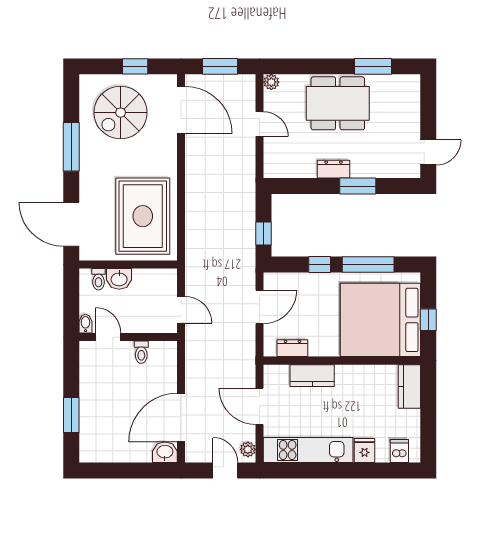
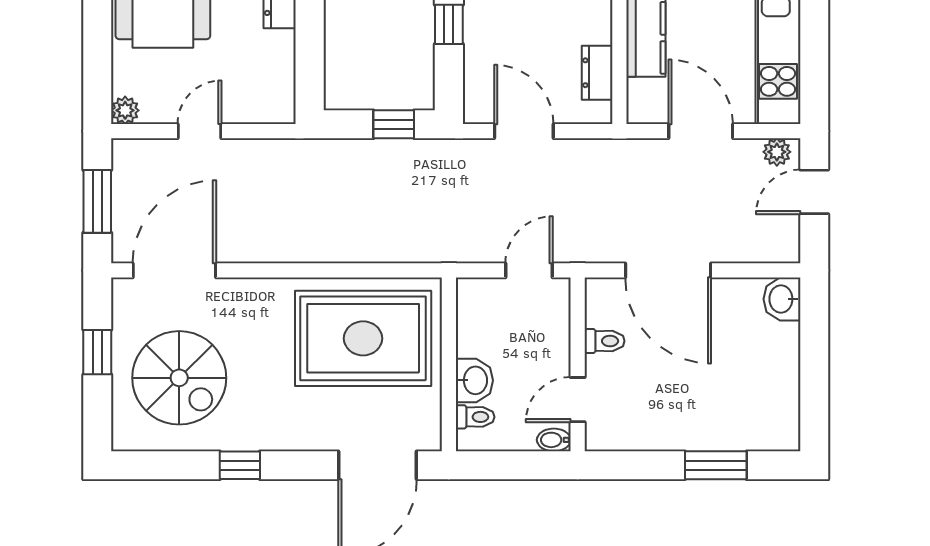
window: (71, 147) -> (240, 465), width x0.46
door: (260, 406) -> (701, 131), swing flipped
door: (181, 418) -> (668, 270), moved

